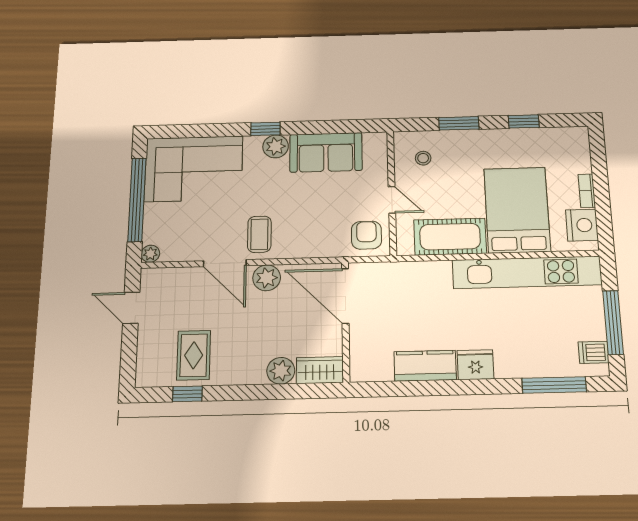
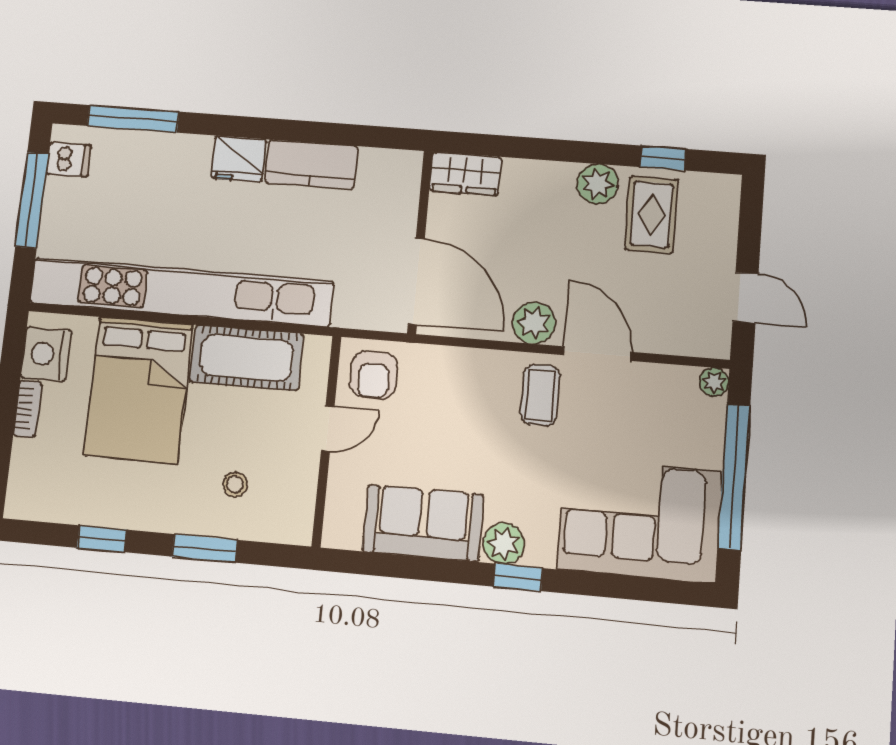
stool: (423, 158) -> (235, 484), moved
door: (392, 200) -> (328, 429), swing flipped
kitchen unit: (527, 272) -> (181, 292), width x1.36
plant: (281, 371) -> (597, 184), moved

